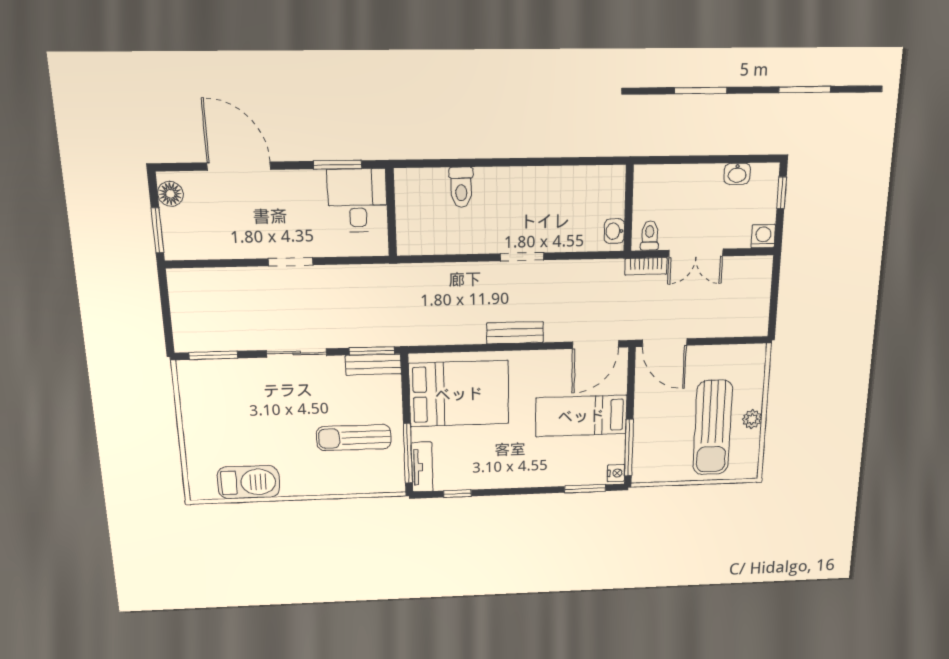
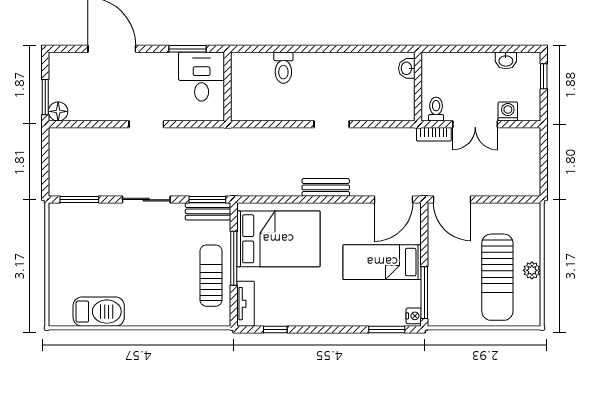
floor lamp: (170, 194) -> (58, 111), moved
washbasin: (614, 231) -> (407, 68), moved
washing machine: (763, 236) -> (508, 111), moved
sun lounger: (354, 438) -> (211, 276), moved, turned 90
window: (408, 453) -> (234, 258), moved

